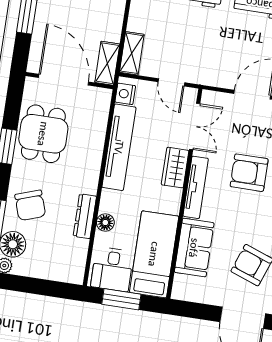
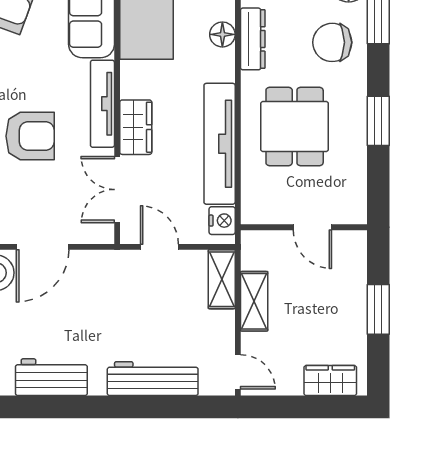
shelving: (107, 63) -> (254, 301), moved
door: (63, 80) -> (312, 227), width x0.53
dining table: (43, 134) -> (295, 126), moved
chair: (30, 205) -> (332, 42), turned -71

